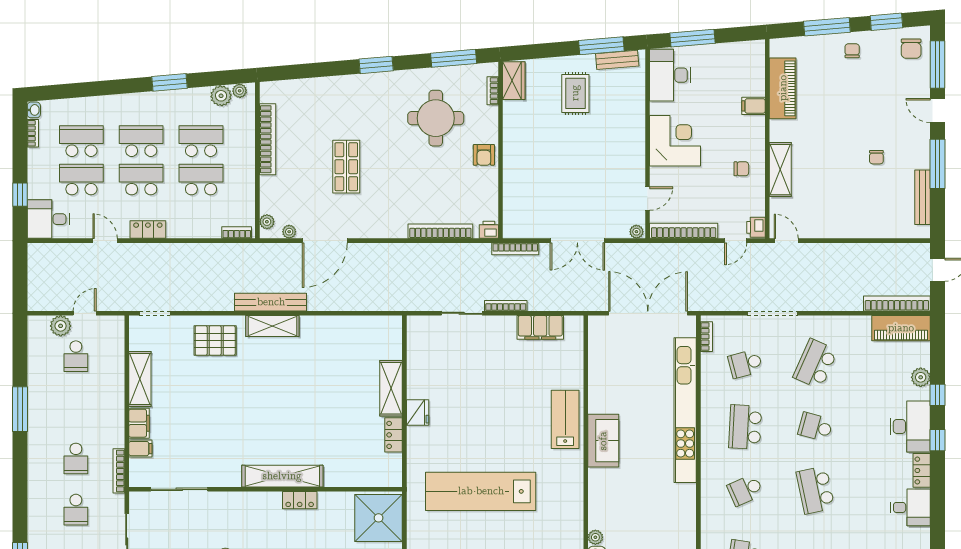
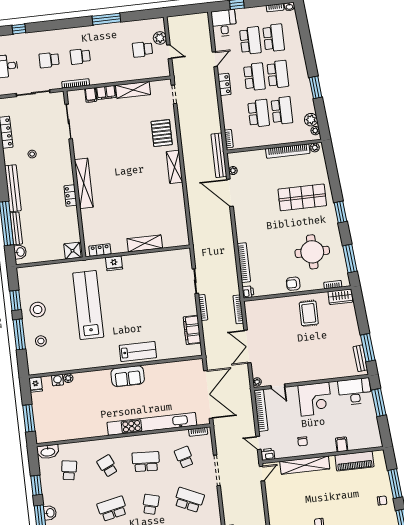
rug: (575, 93) -> (309, 313), moved, turned 90
shop shelf: (346, 167) -> (302, 197), moved, width x1.43, depth x1.36
shelving: (780, 170) -> (305, 465), width x1.47
plant: (267, 222) -> (315, 147), moved
bench: (271, 302) -> (219, 155), moved
fridge: (418, 412) -> (114, 263), moved
locker: (393, 435) -> (100, 250), moved
shower: (379, 518) -> (72, 251), width x0.54, depth x0.54

